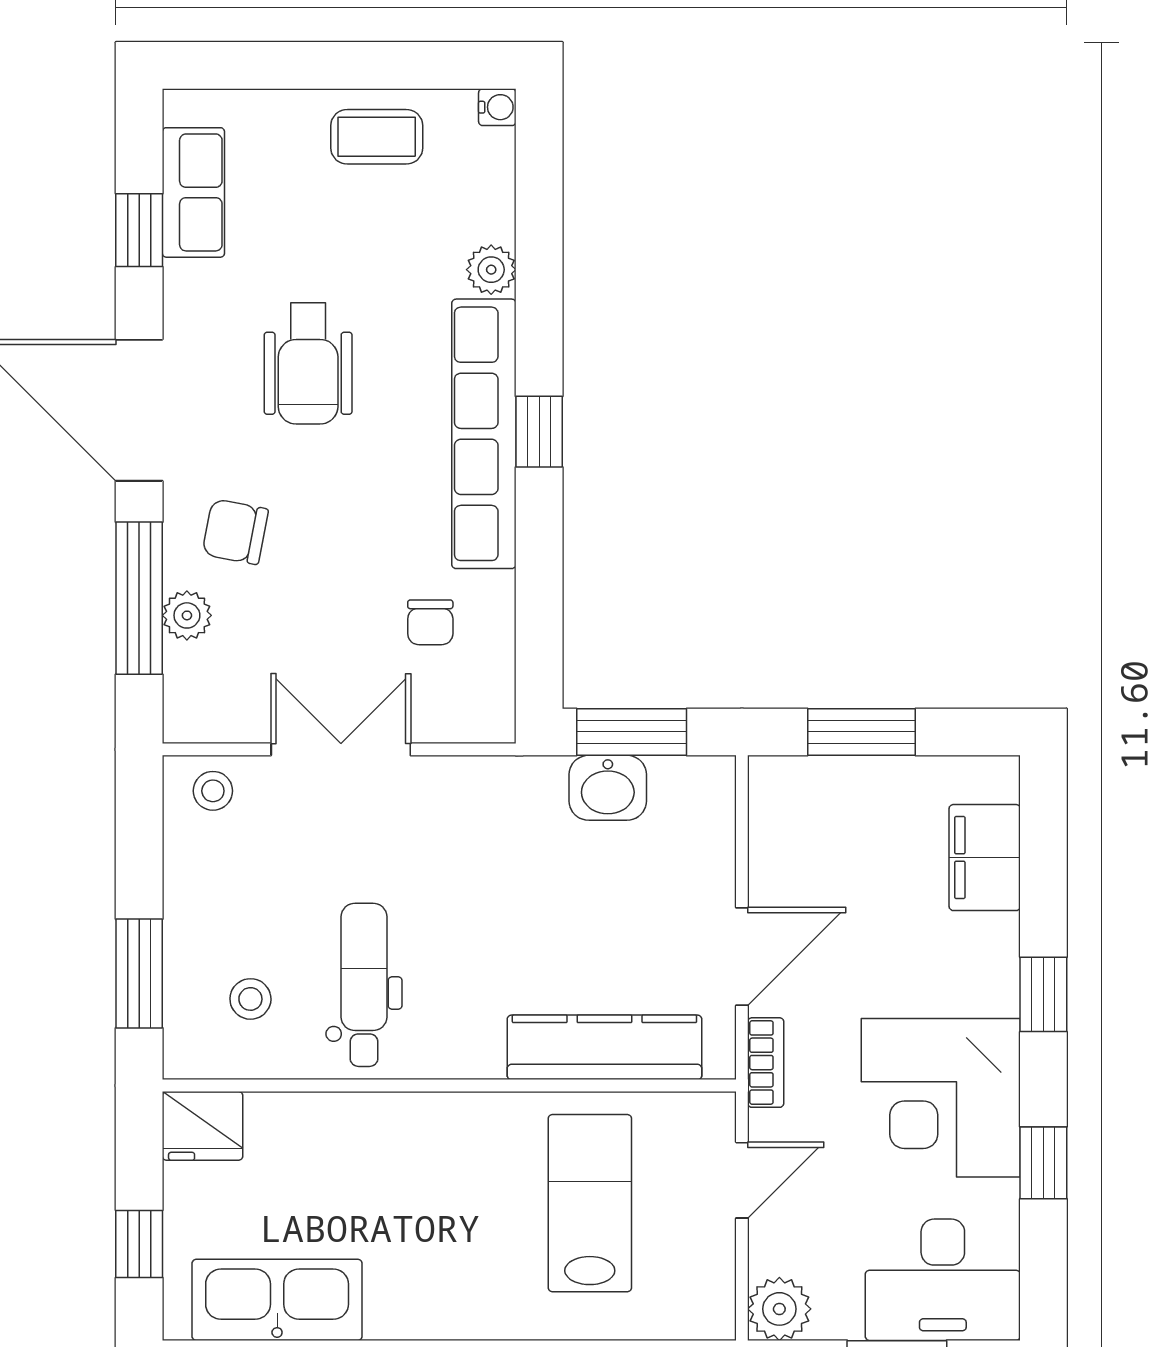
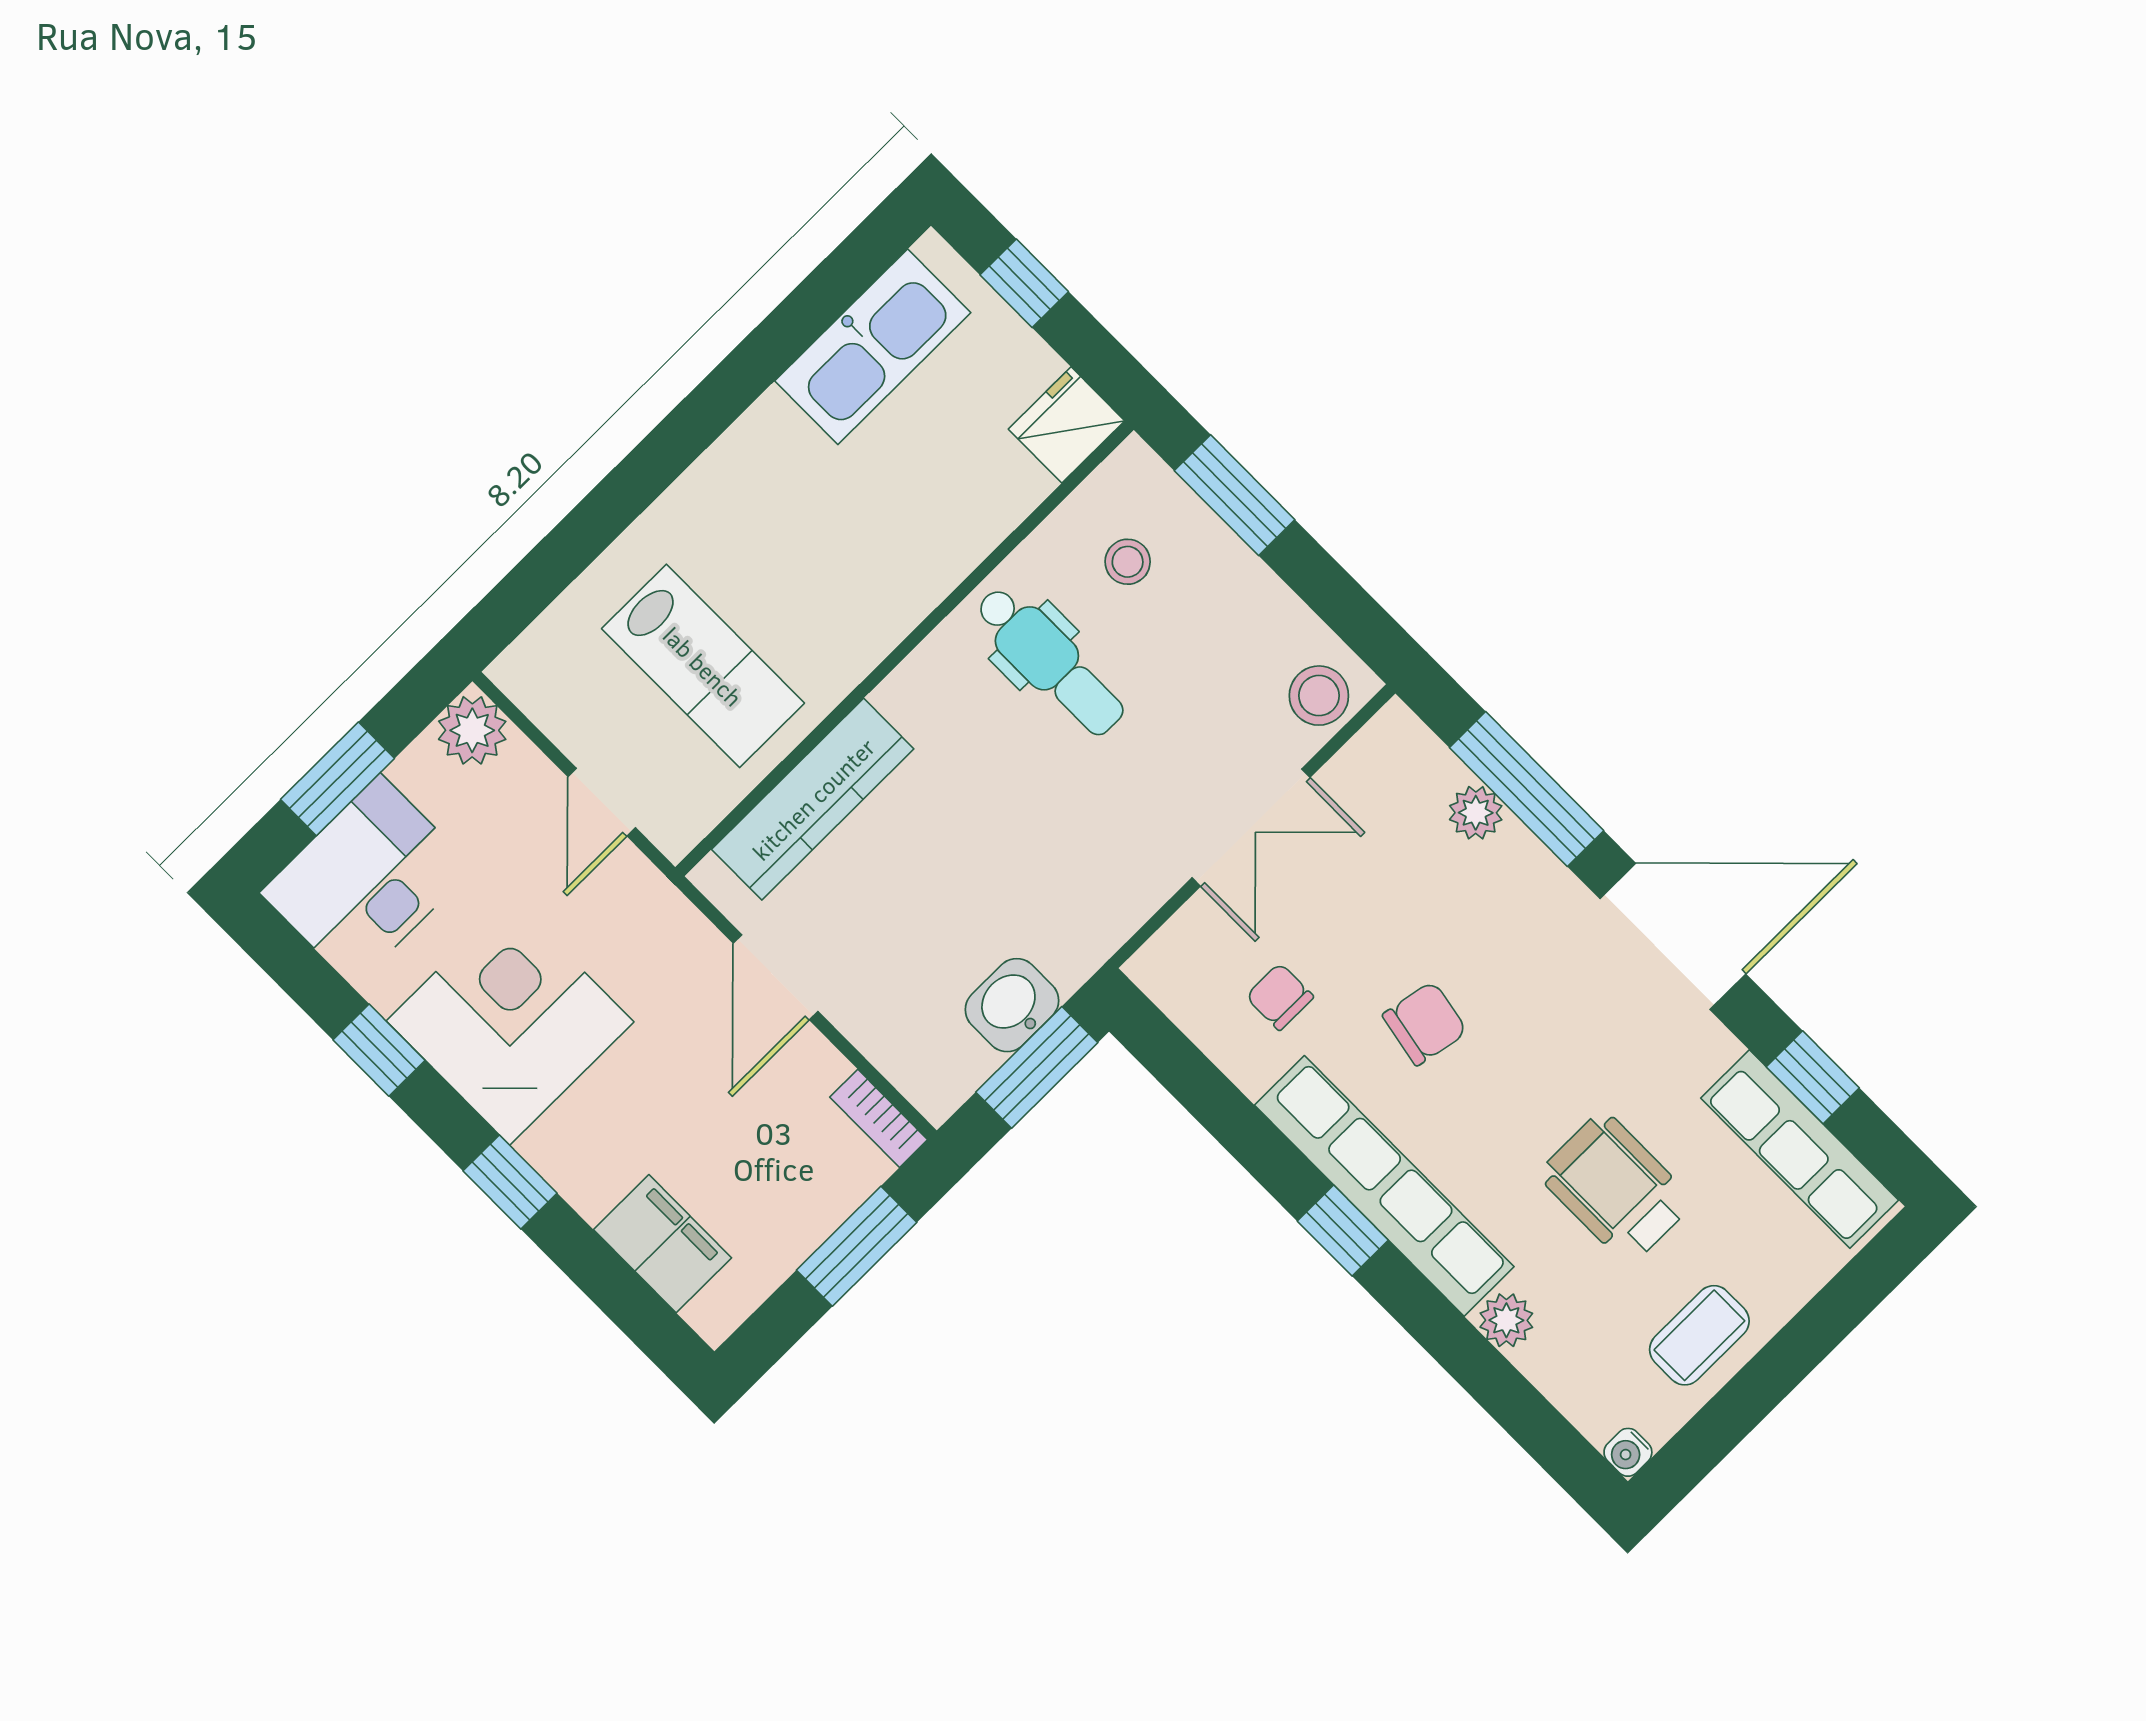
row of seats: (193, 192) -> (1800, 1149), width x1.48
wheelchair: (308, 364) -> (1616, 1188), moved
chair: (235, 532) -> (1425, 1023), moved
stool: (213, 791) -> (1319, 696), width x1.37, depth x1.37
bookcase: (766, 1063) -> (879, 1118), moved

